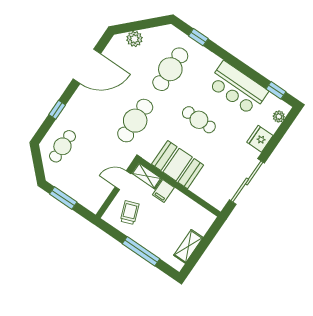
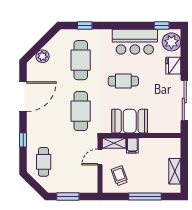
plant: (279, 116) -> (171, 42), width x1.88, depth x1.88

